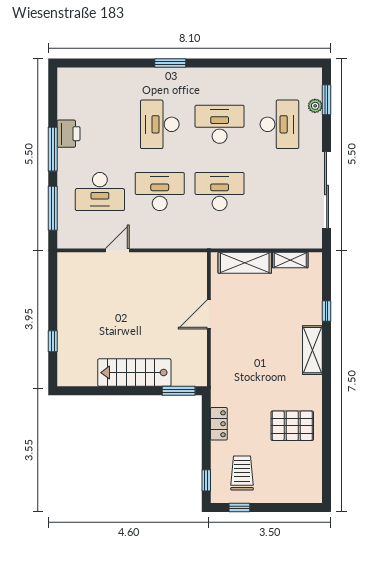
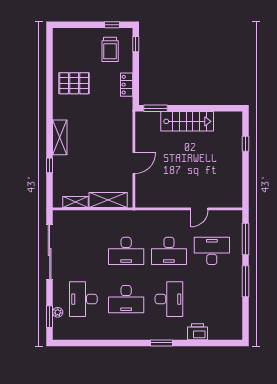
printer: (68, 134) -> (197, 332), moved, turned 90

